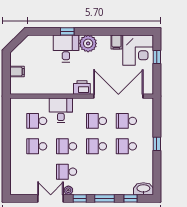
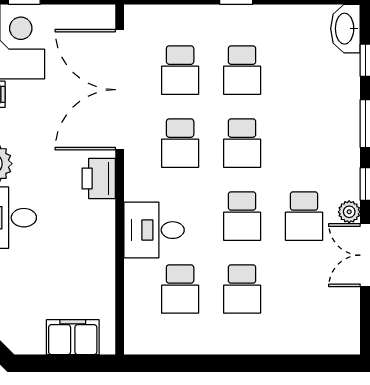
filing cabinet: (17, 72) -> (73, 337), width x2.00

